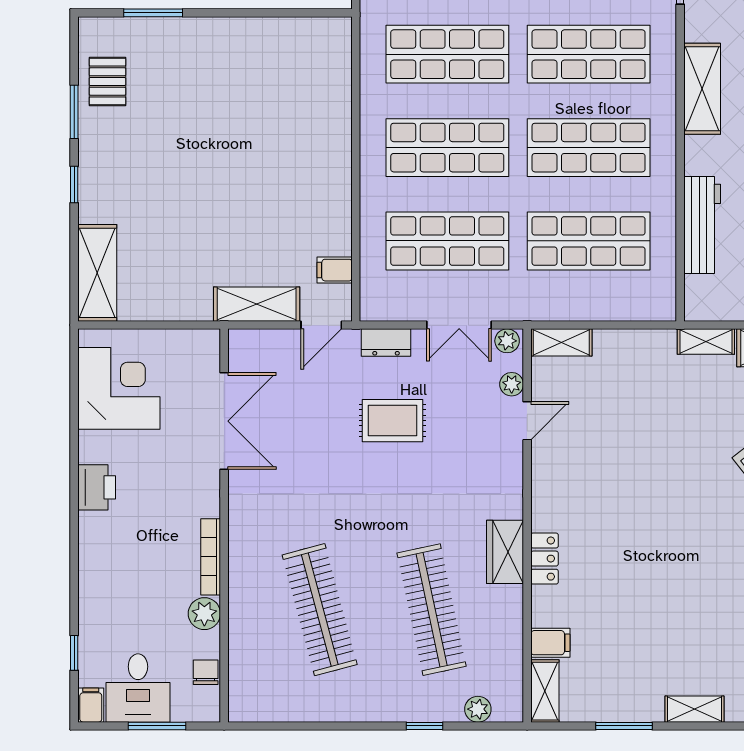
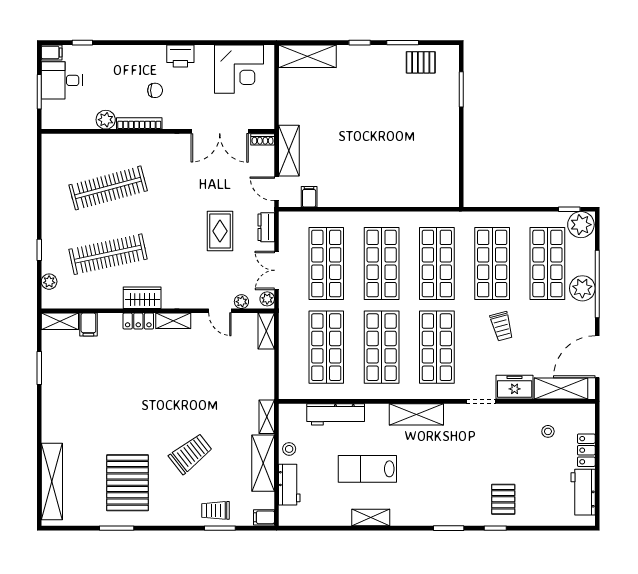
shoe rack: (237, 349) -> (263, 139), added
chair: (206, 672) -> (155, 90), moved
shelving: (695, 709) -> (173, 321), moved, turned 90

